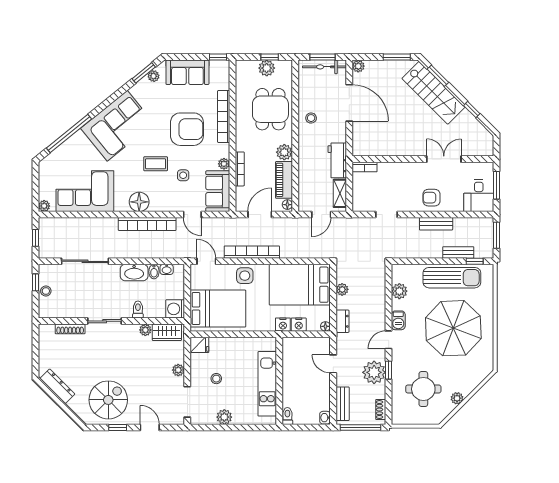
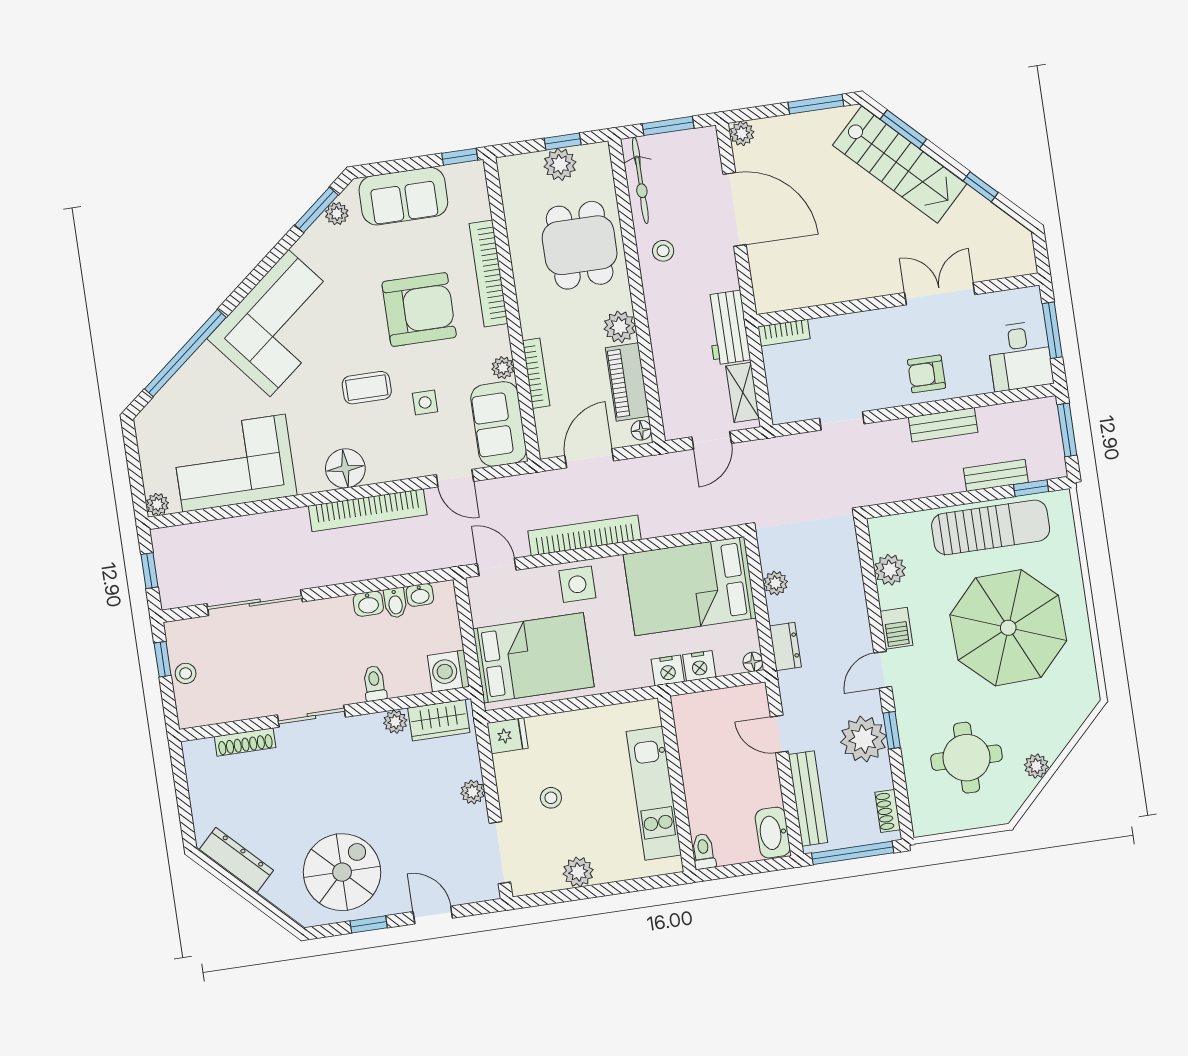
bicycle: (324, 67) -> (640, 180), moved, turned -90
washbasin: (134, 273) -> (368, 604), width x0.52, depth x0.69
bench: (343, 404) -> (808, 798), width x1.36
washbasin: (325, 418) -> (773, 833), width x1.91, depth x1.45

